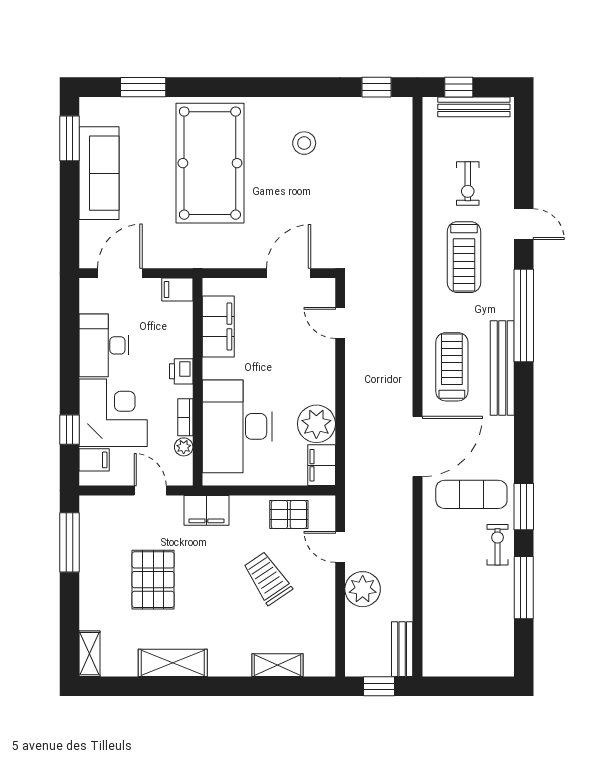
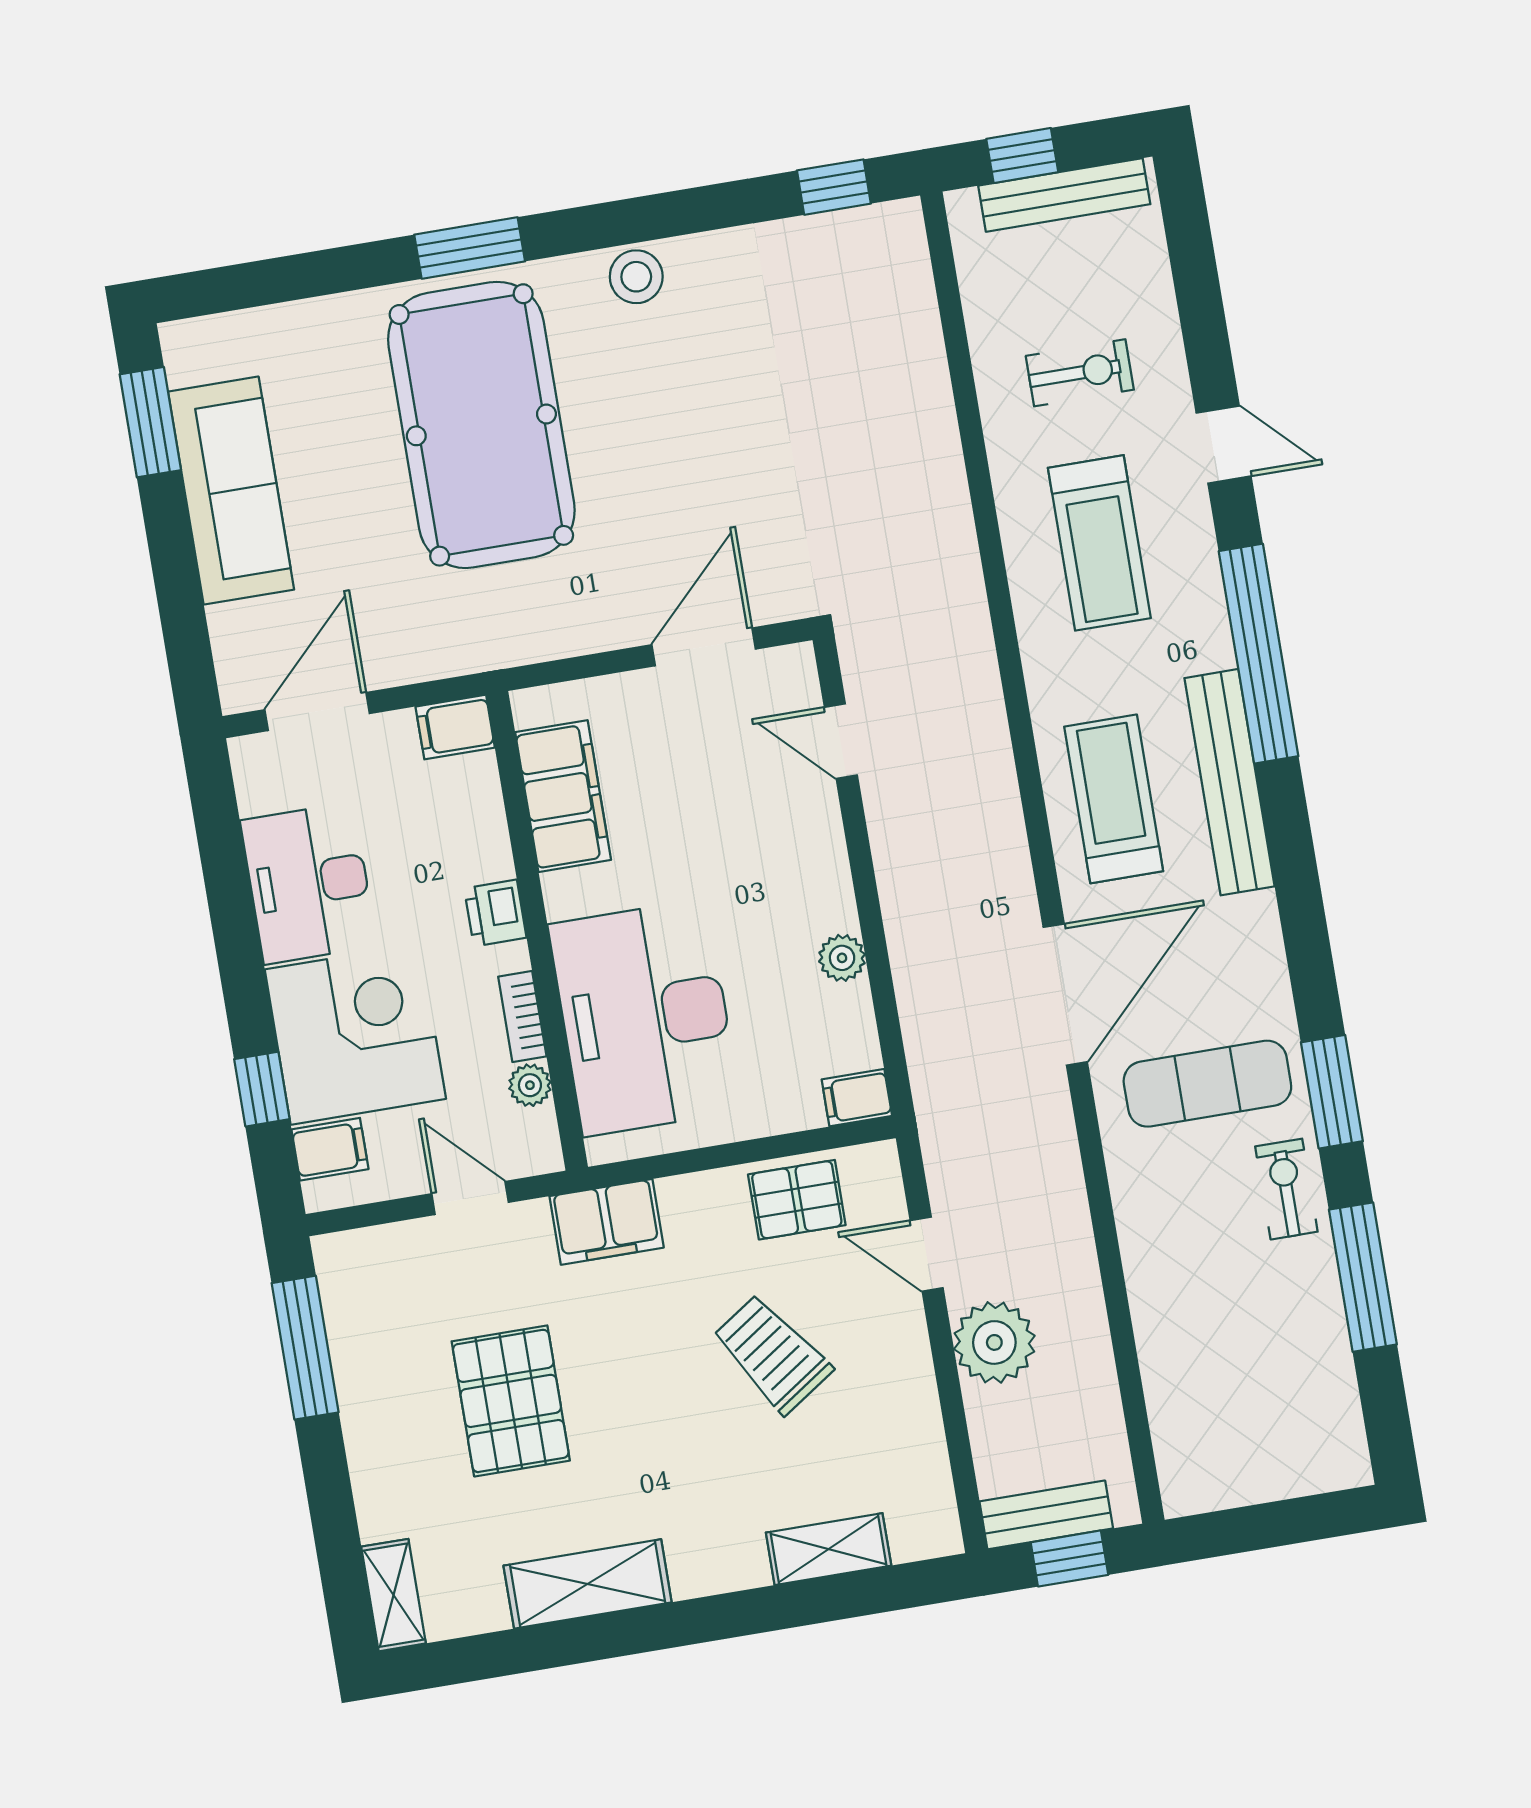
window: (143, 87) -> (470, 248), moved
stool: (304, 143) -> (636, 277), moved
exercise bike: (468, 183) -> (1080, 373), turned -90
plant: (316, 424) -> (842, 958), width x0.53, depth x0.53
filing cabinet: (322, 465) -> (857, 1098), width x0.50
bench: (402, 649) -> (1046, 1515), moved, turned 90

